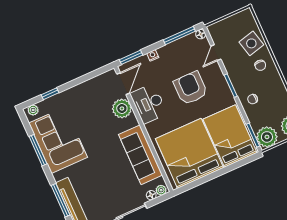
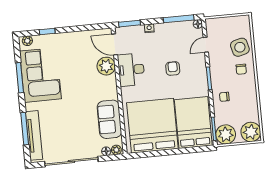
door: (123, 84) -> (115, 44), swing flipped
armchair: (190, 88) -> (173, 69), width x0.53, depth x0.53
sofa: (141, 155) -> (109, 119), width x0.73

